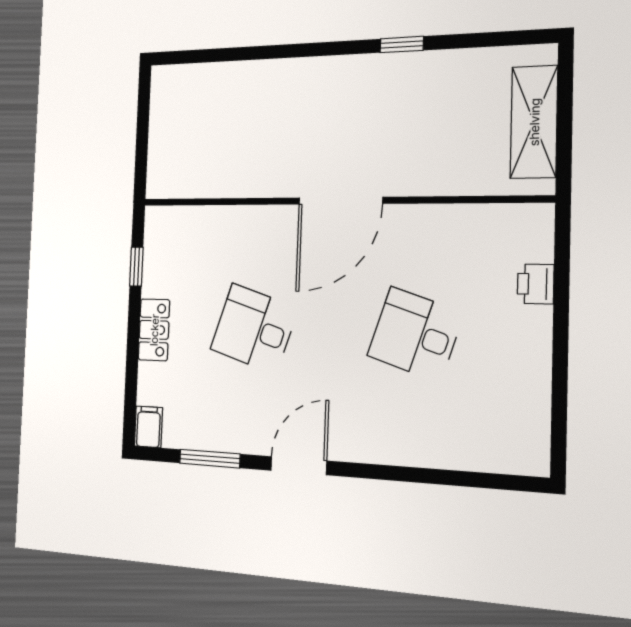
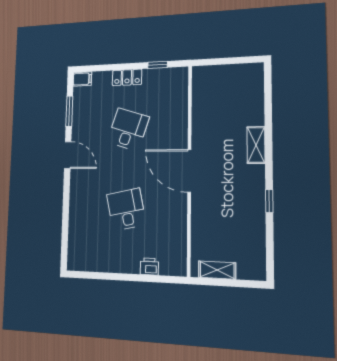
shelving: (297, 73) -> (256, 145), added
shelving: (534, 122) -> (217, 270), width x0.67, depth x0.75
desk: (415, 334) -> (126, 209), turned -30

